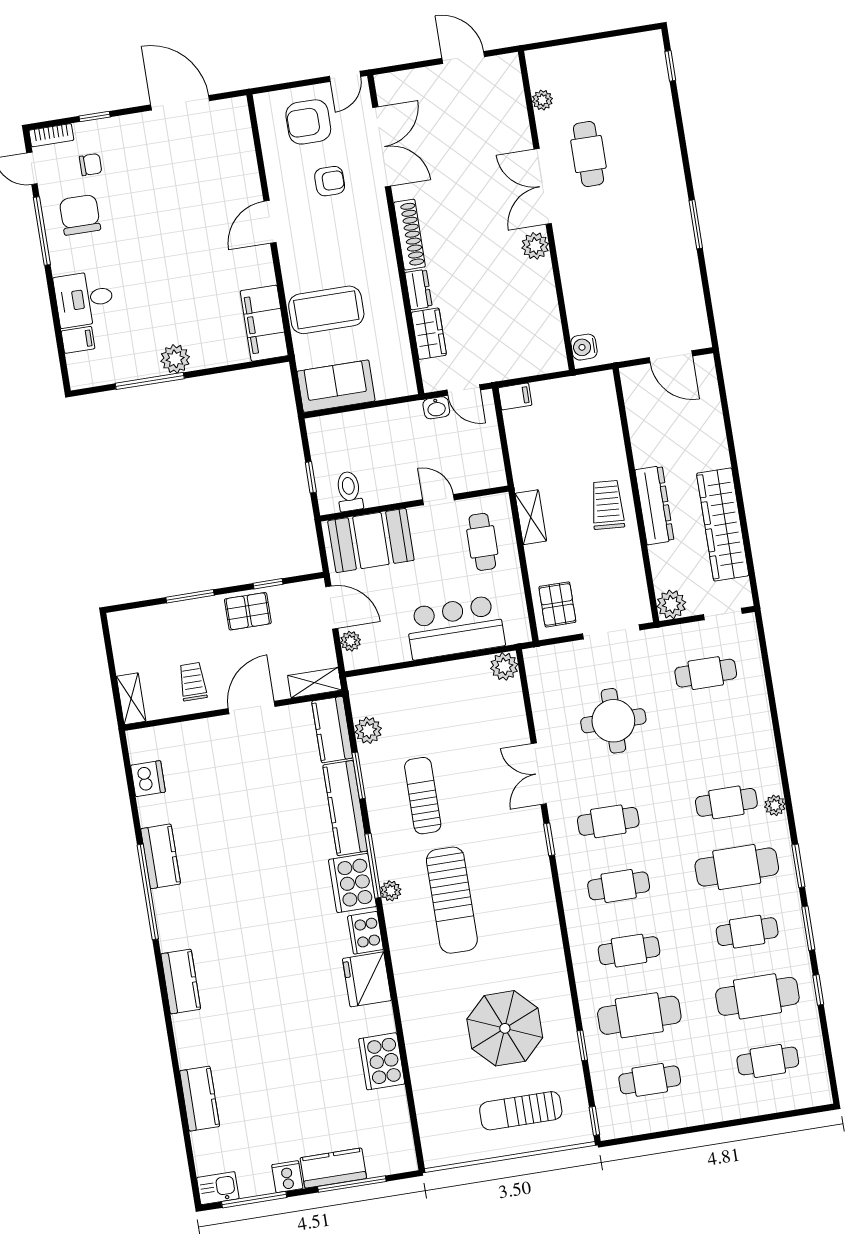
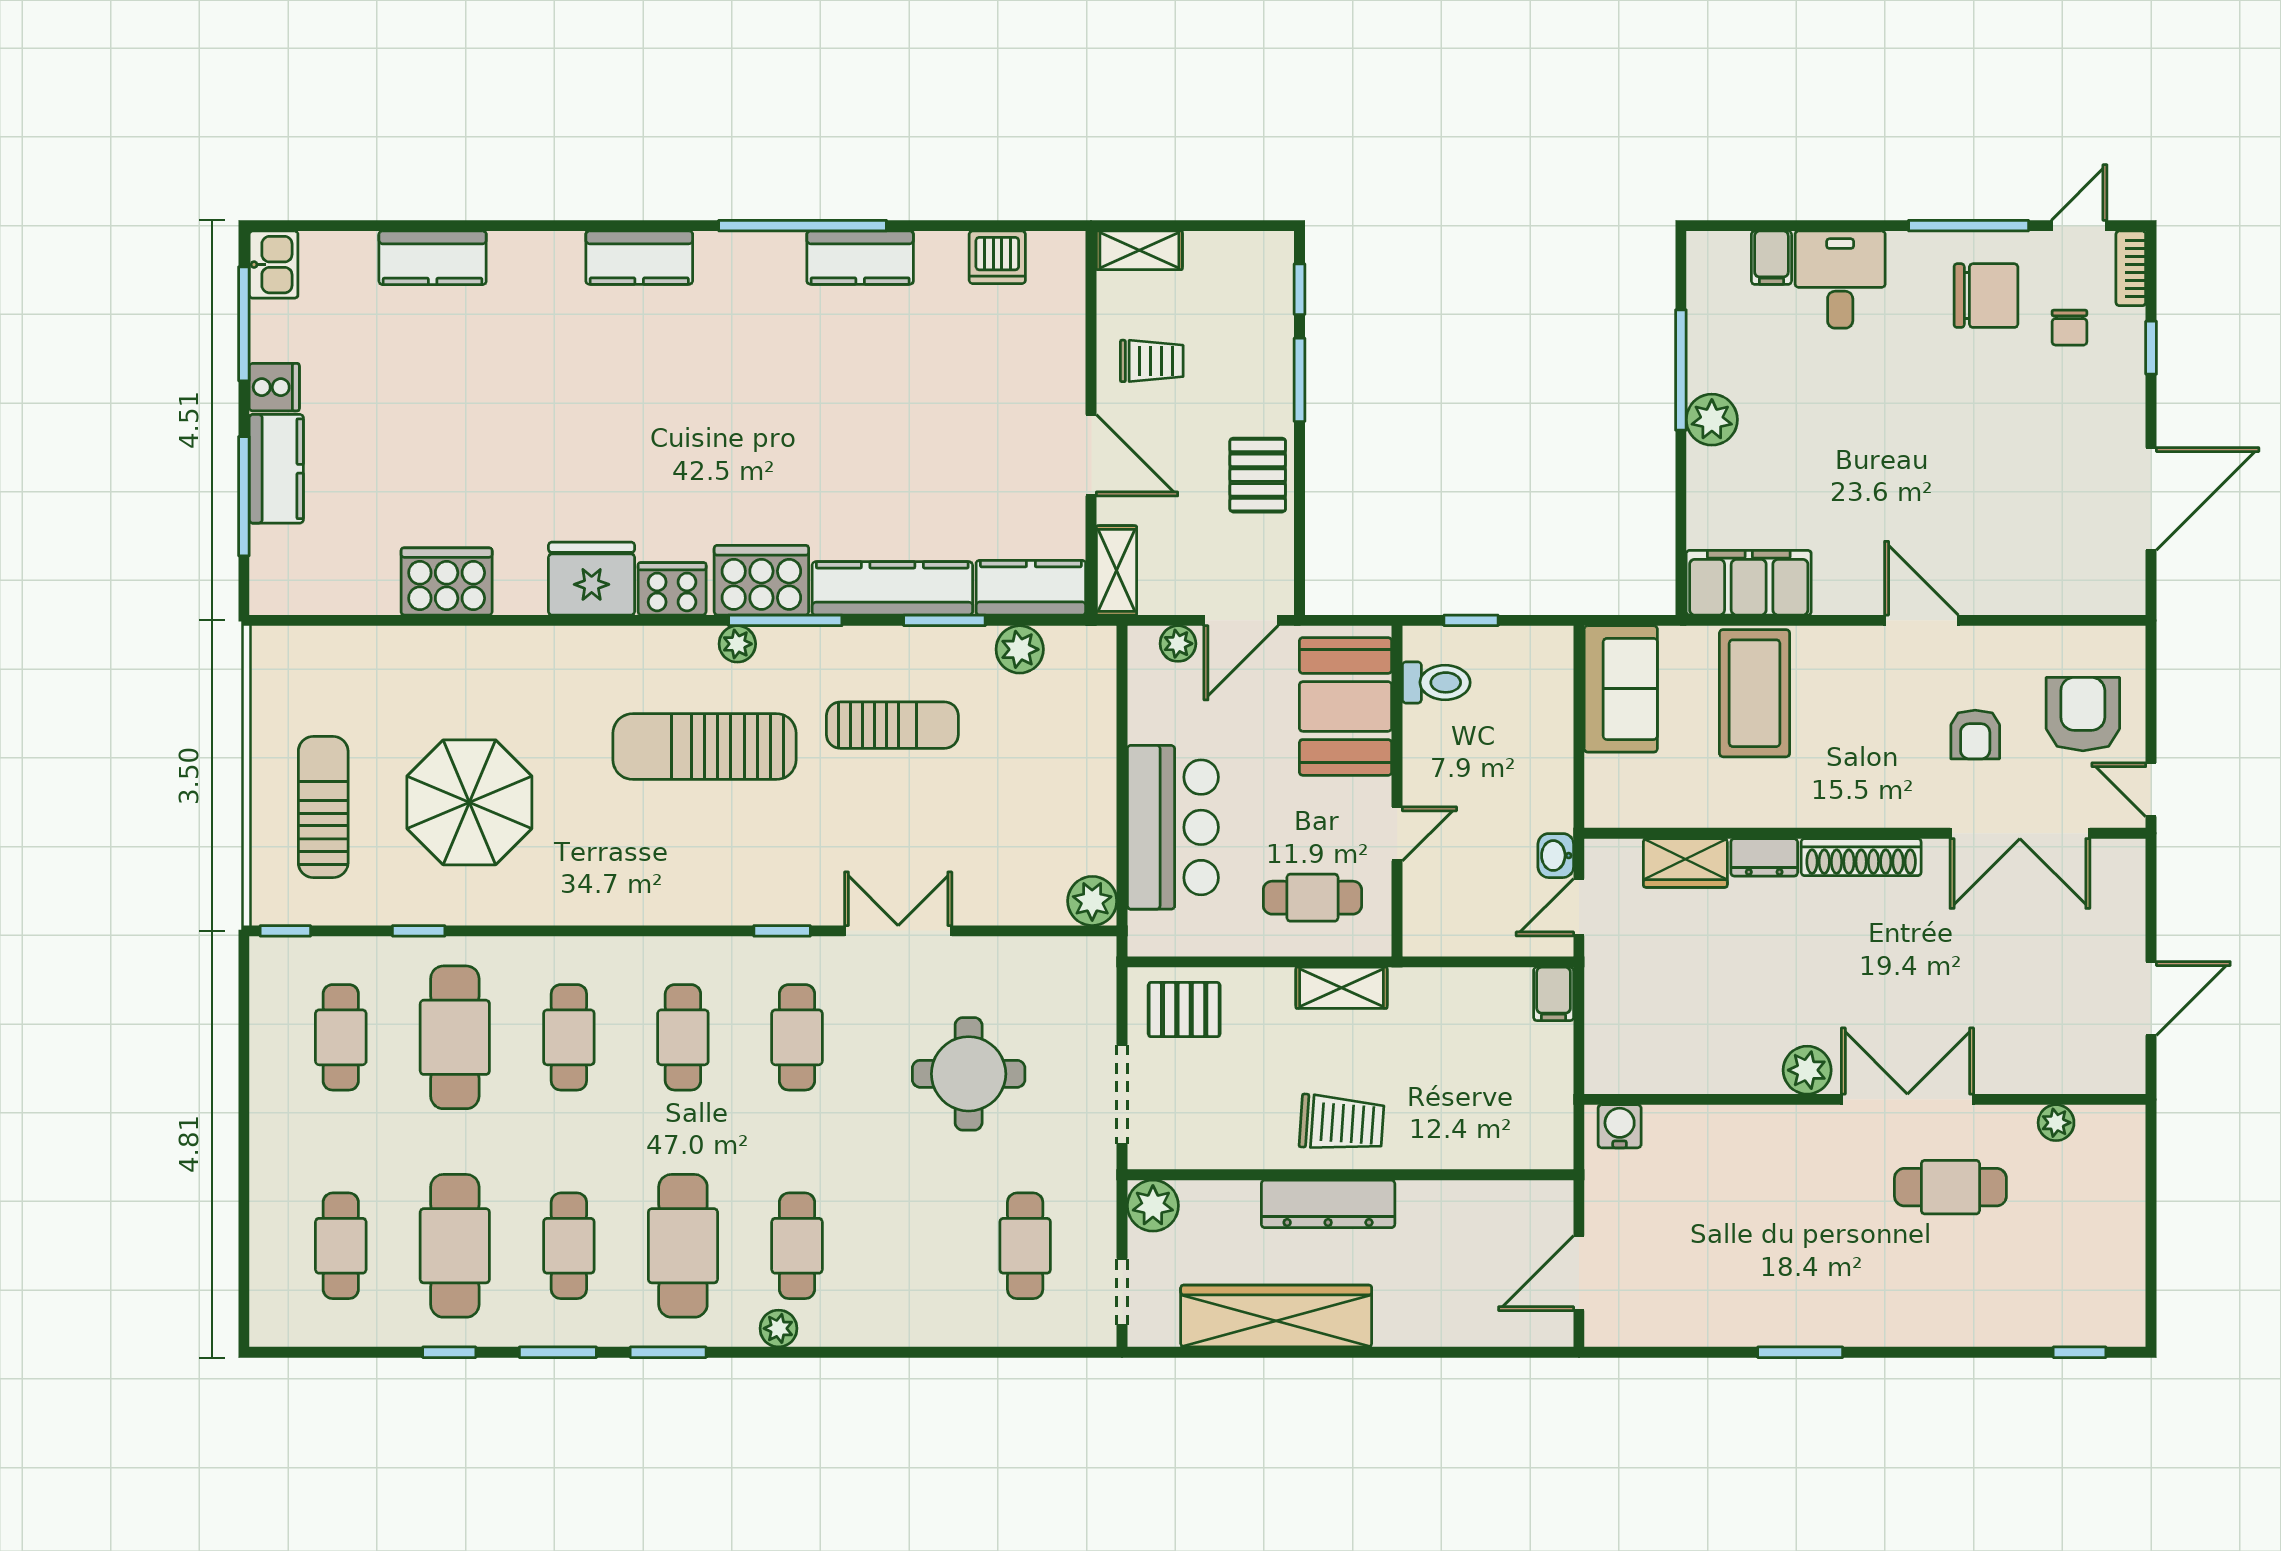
window: (268, 584) -> (1299, 289), moved

